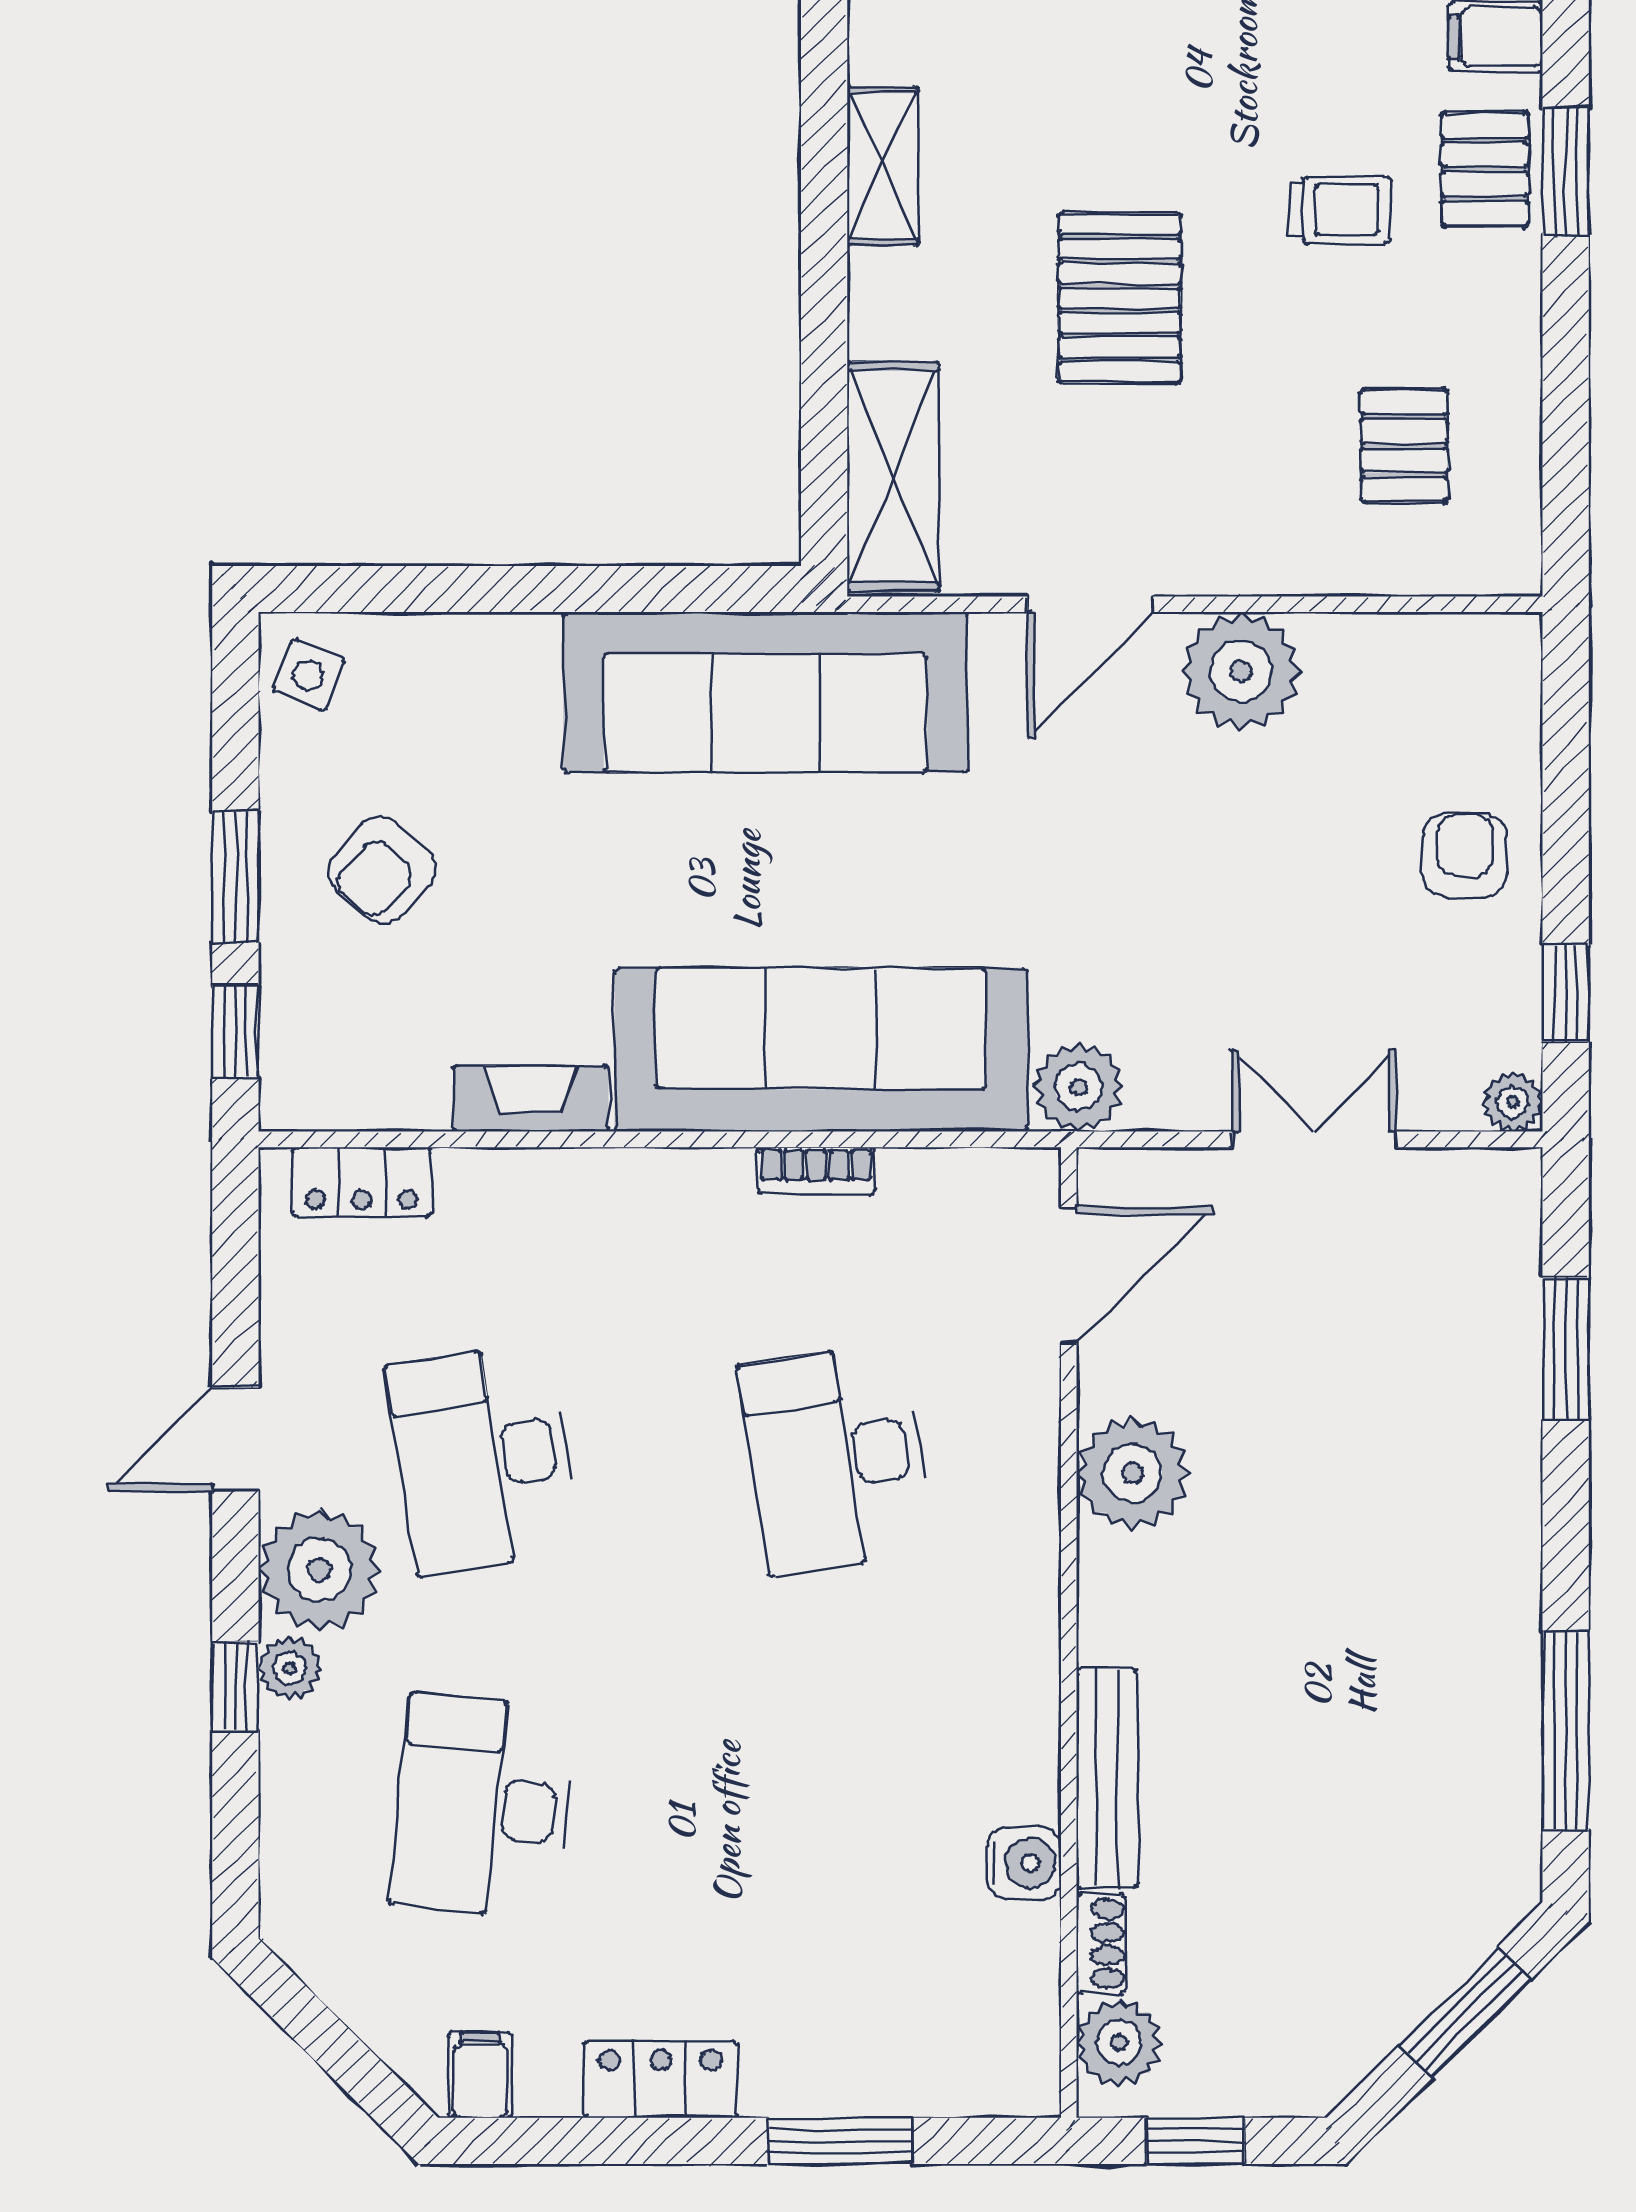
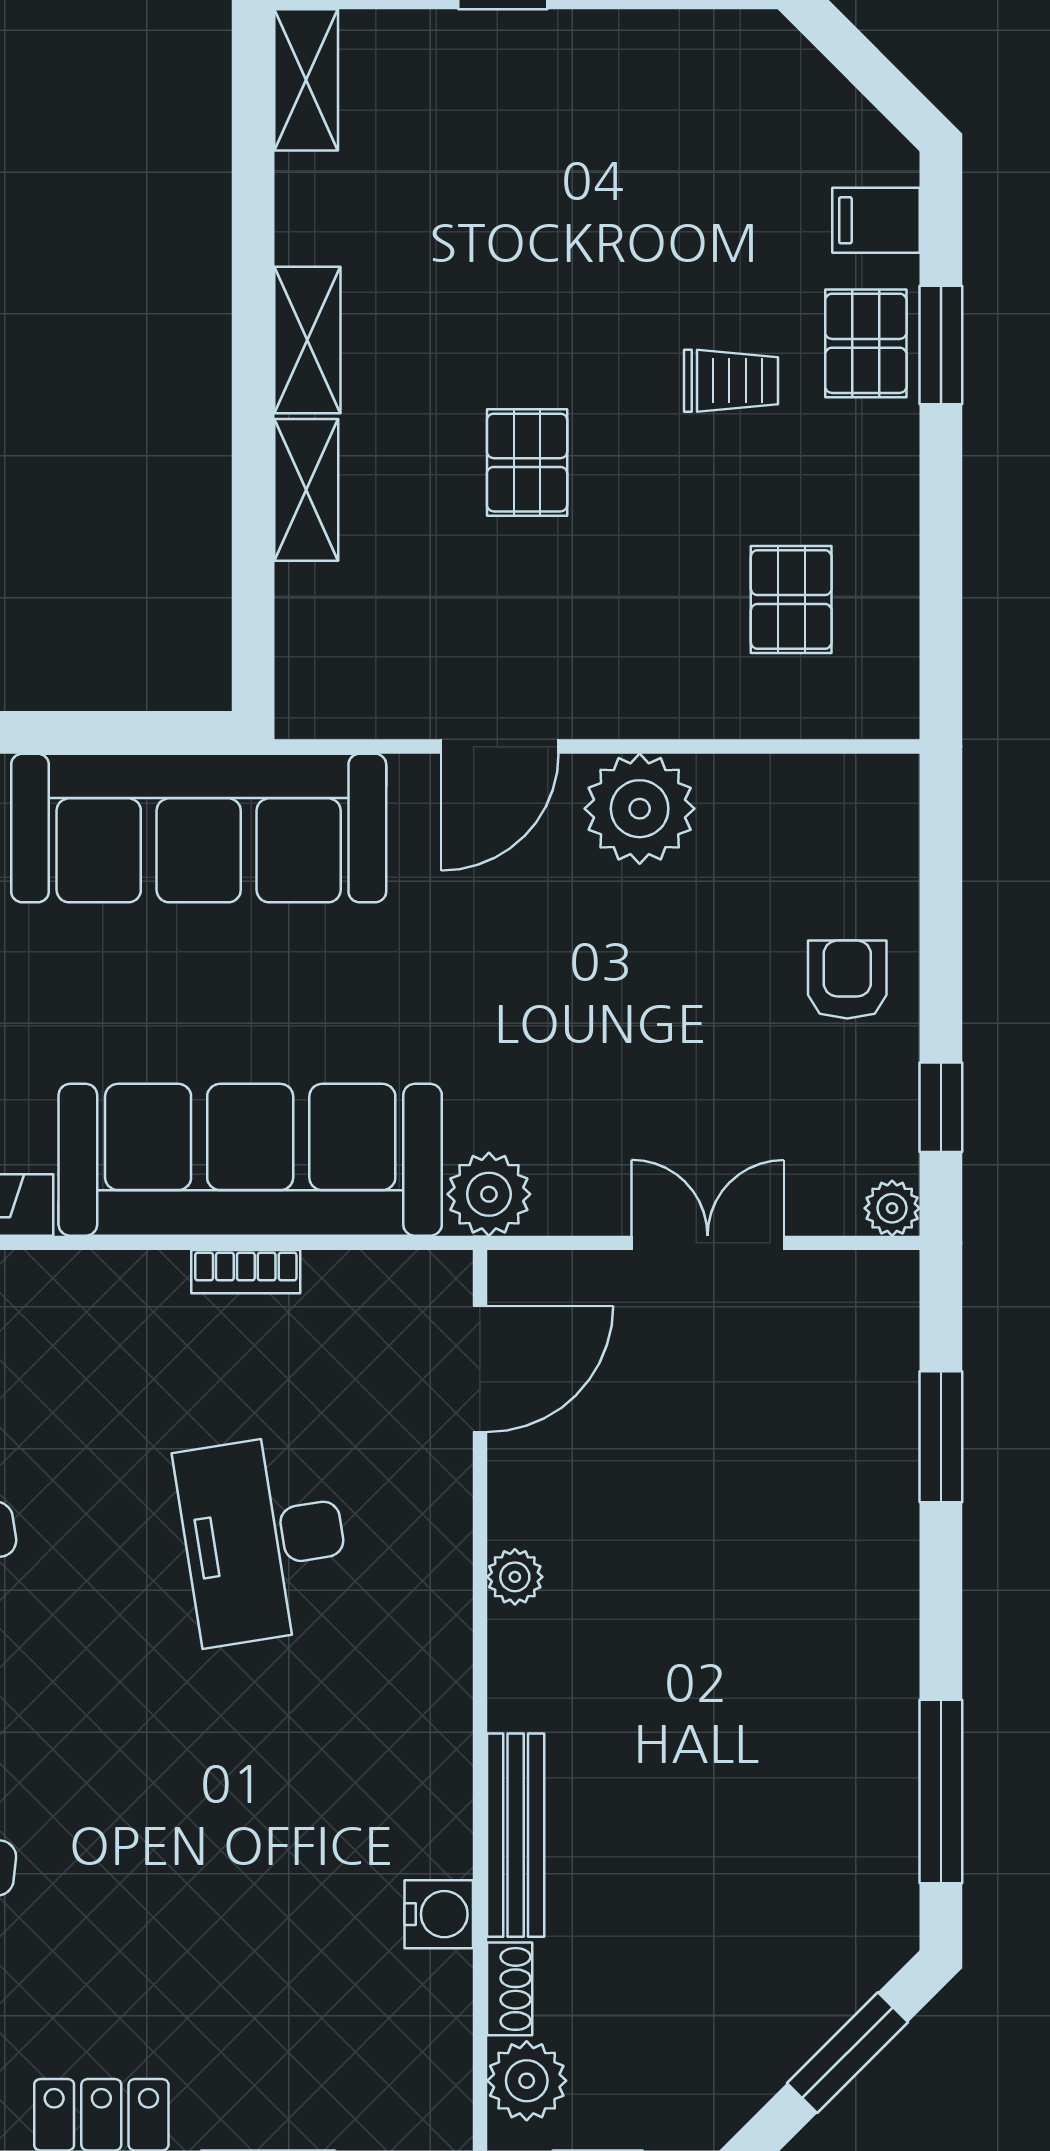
pallet: (1120, 298) -> (527, 463), width x0.67, depth x0.71
shelving: (893, 476) -> (306, 490), moved, width x0.67, depth x0.75
plant: (1132, 1473) -> (515, 1577), width x0.53, depth x0.53

